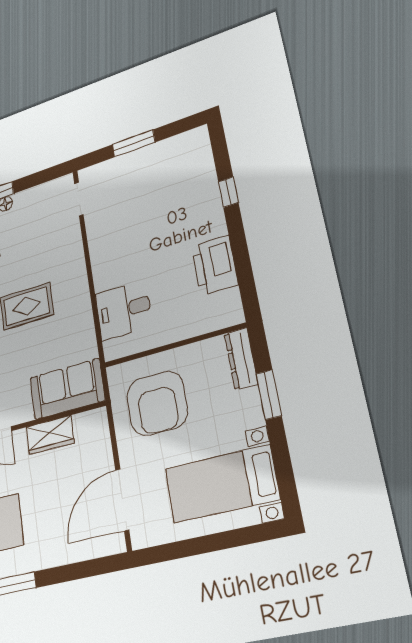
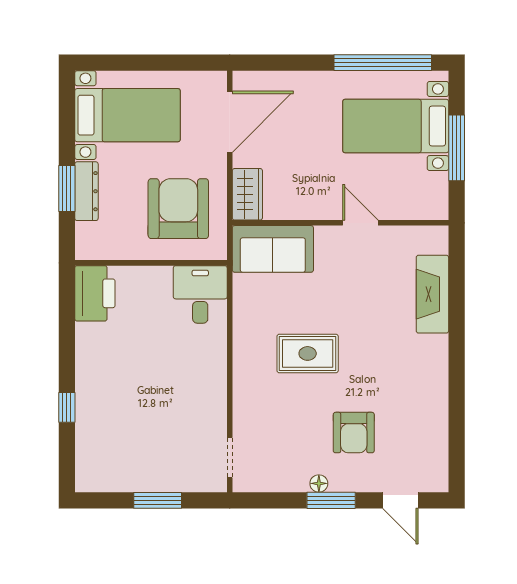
printer: (215, 265) -> (95, 293), moved
desk: (124, 310) -> (200, 294), moved, turned -90
dresser: (241, 359) -> (86, 191), moved
wardrobe: (50, 435) -> (247, 194), moved, turned 90

